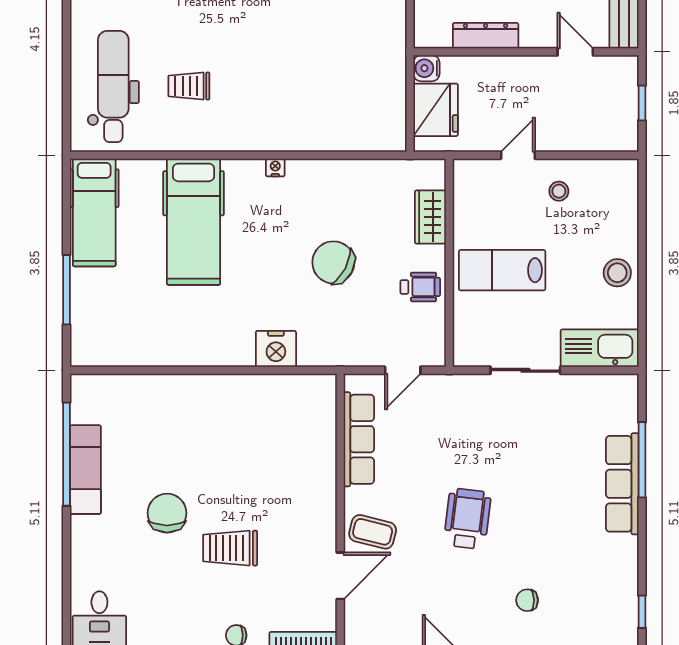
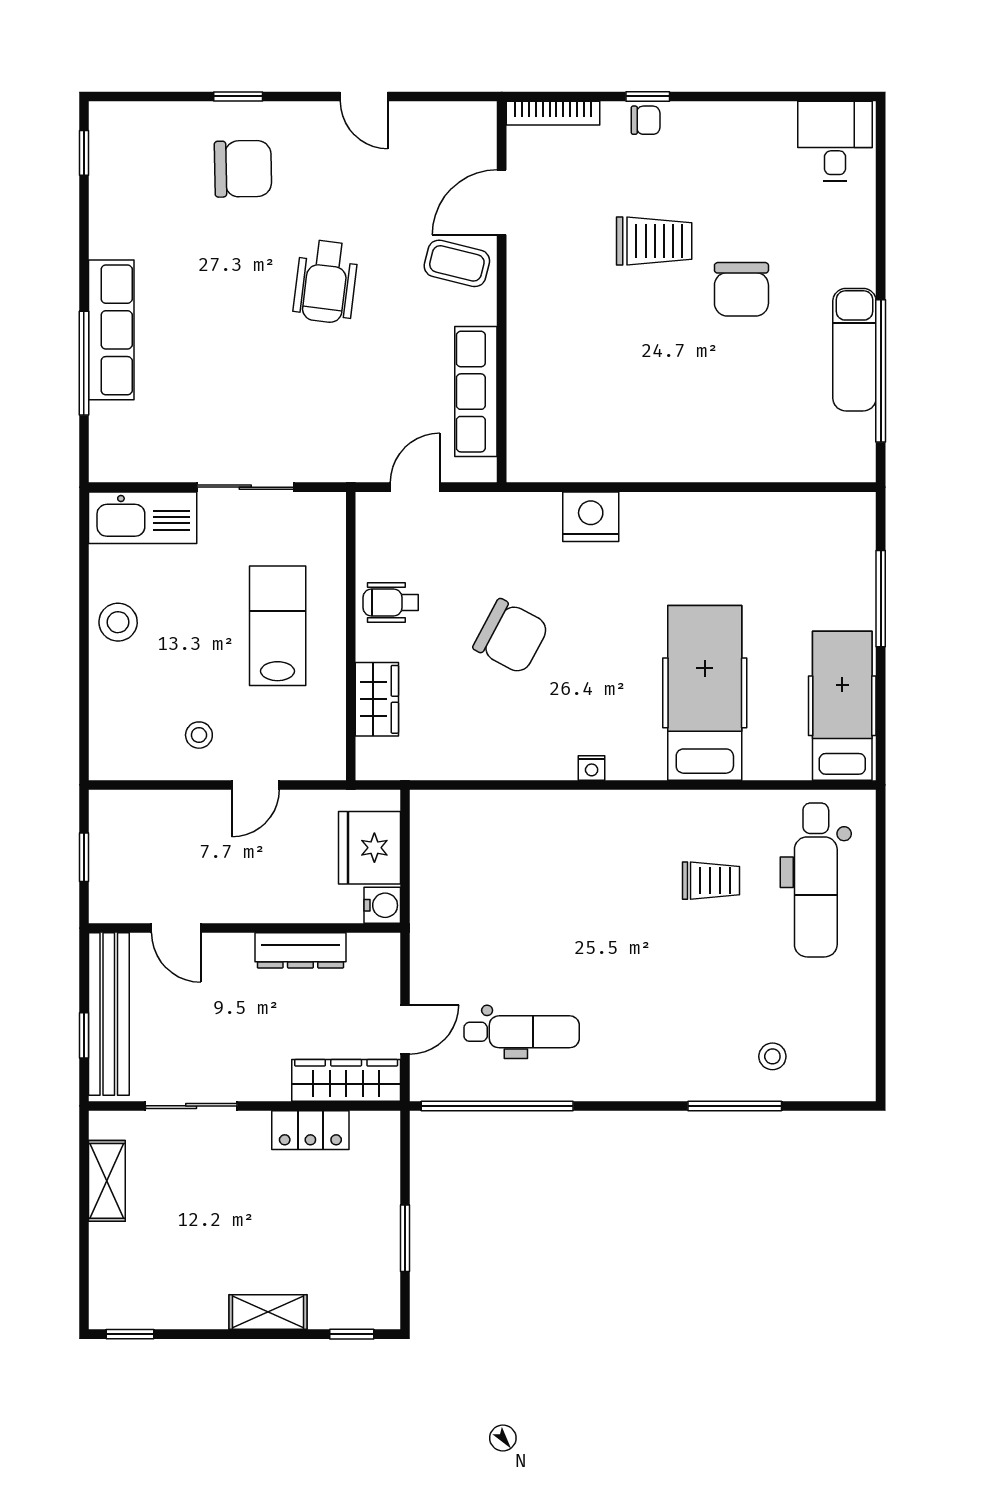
lab bench: (502, 270) -> (278, 626), turned -90
chair: (527, 600) -> (243, 169), width x1.87, depth x1.87

